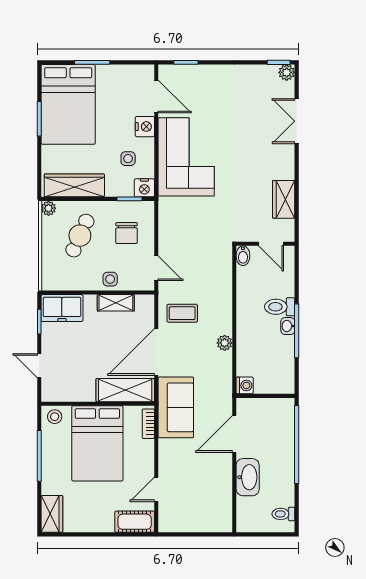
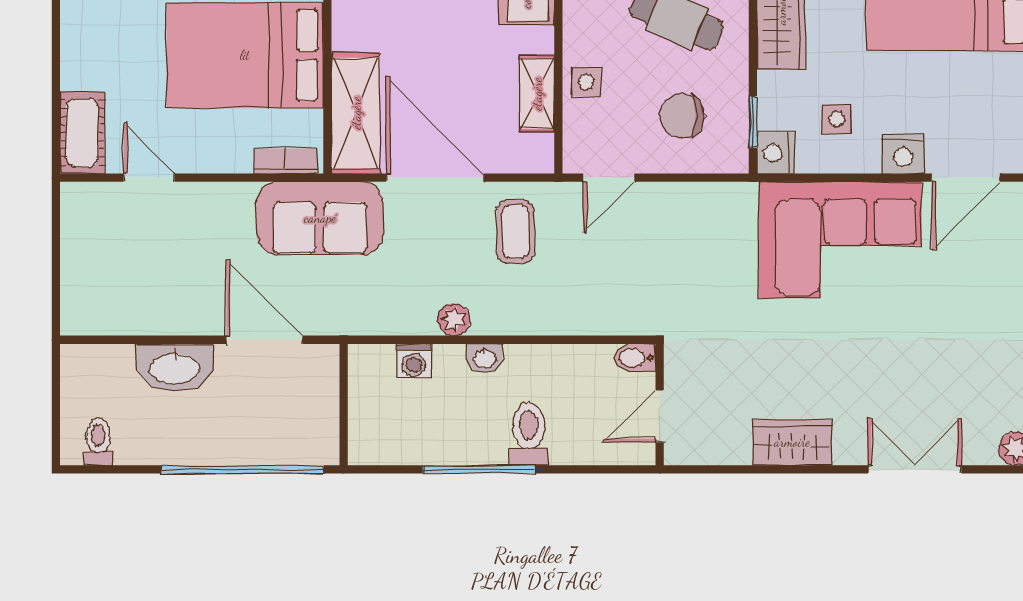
wardrobe: (284, 199) -> (792, 442), moved
washbasin: (288, 326) -> (485, 358), moved, turned 180
washing machine: (245, 385) -> (414, 361), moved

